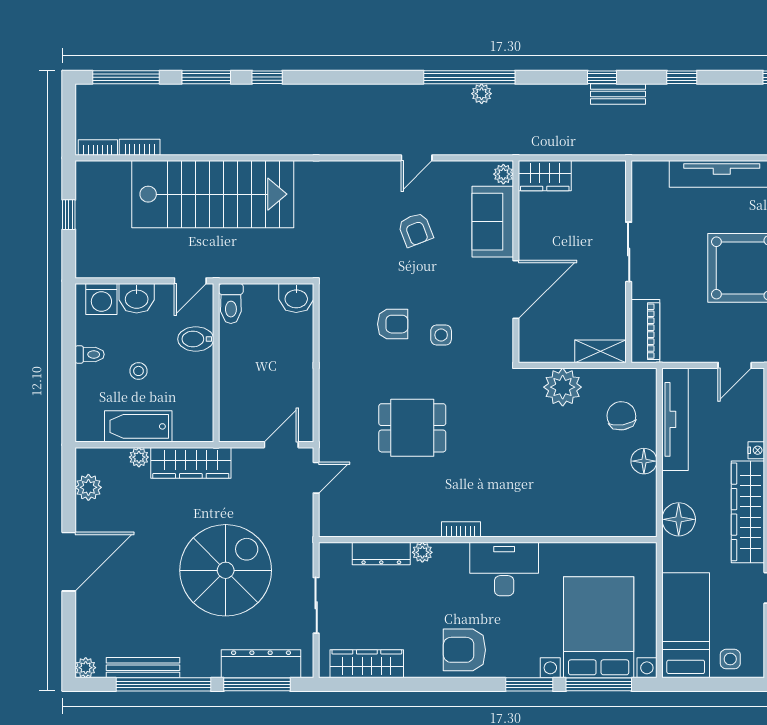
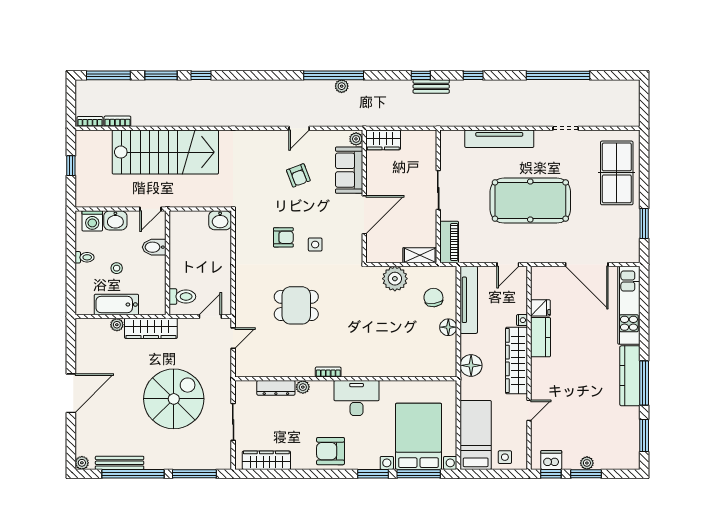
toilet: (231, 303) -> (182, 297), moved, turned -90
plant: (88, 487) -> (84, 345), removed
dresser: (261, 664) -> (197, 460), removed

